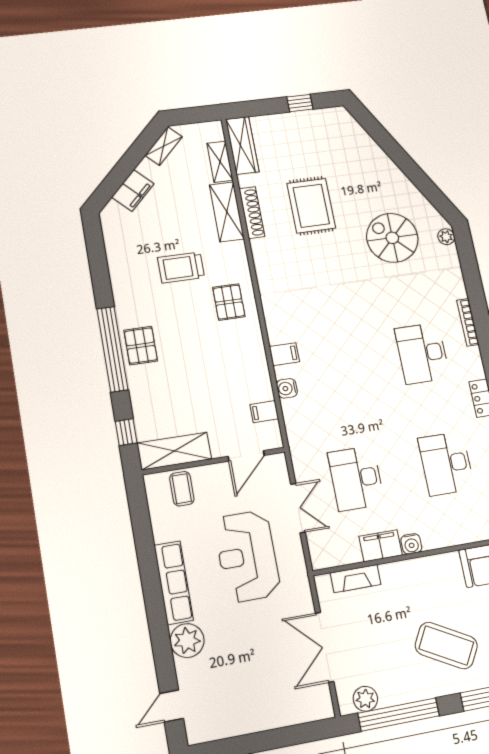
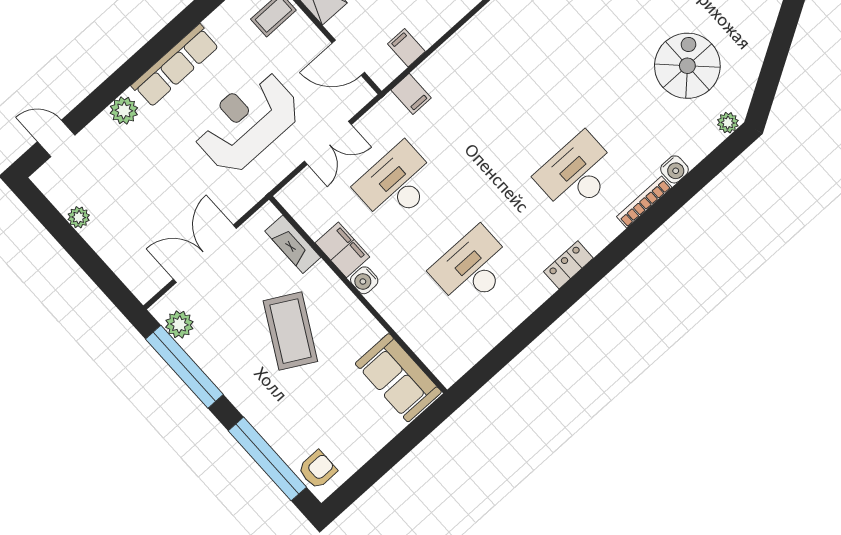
filing cabinet: (284, 354) -> (411, 94), moved
water cooler: (287, 388) -> (674, 169), moved, turned 180
plant: (187, 641) -> (124, 110), width x0.73, depth x0.73
coffee table: (446, 646) -> (290, 331), moved
plant: (241, 726) -> (79, 217), added

